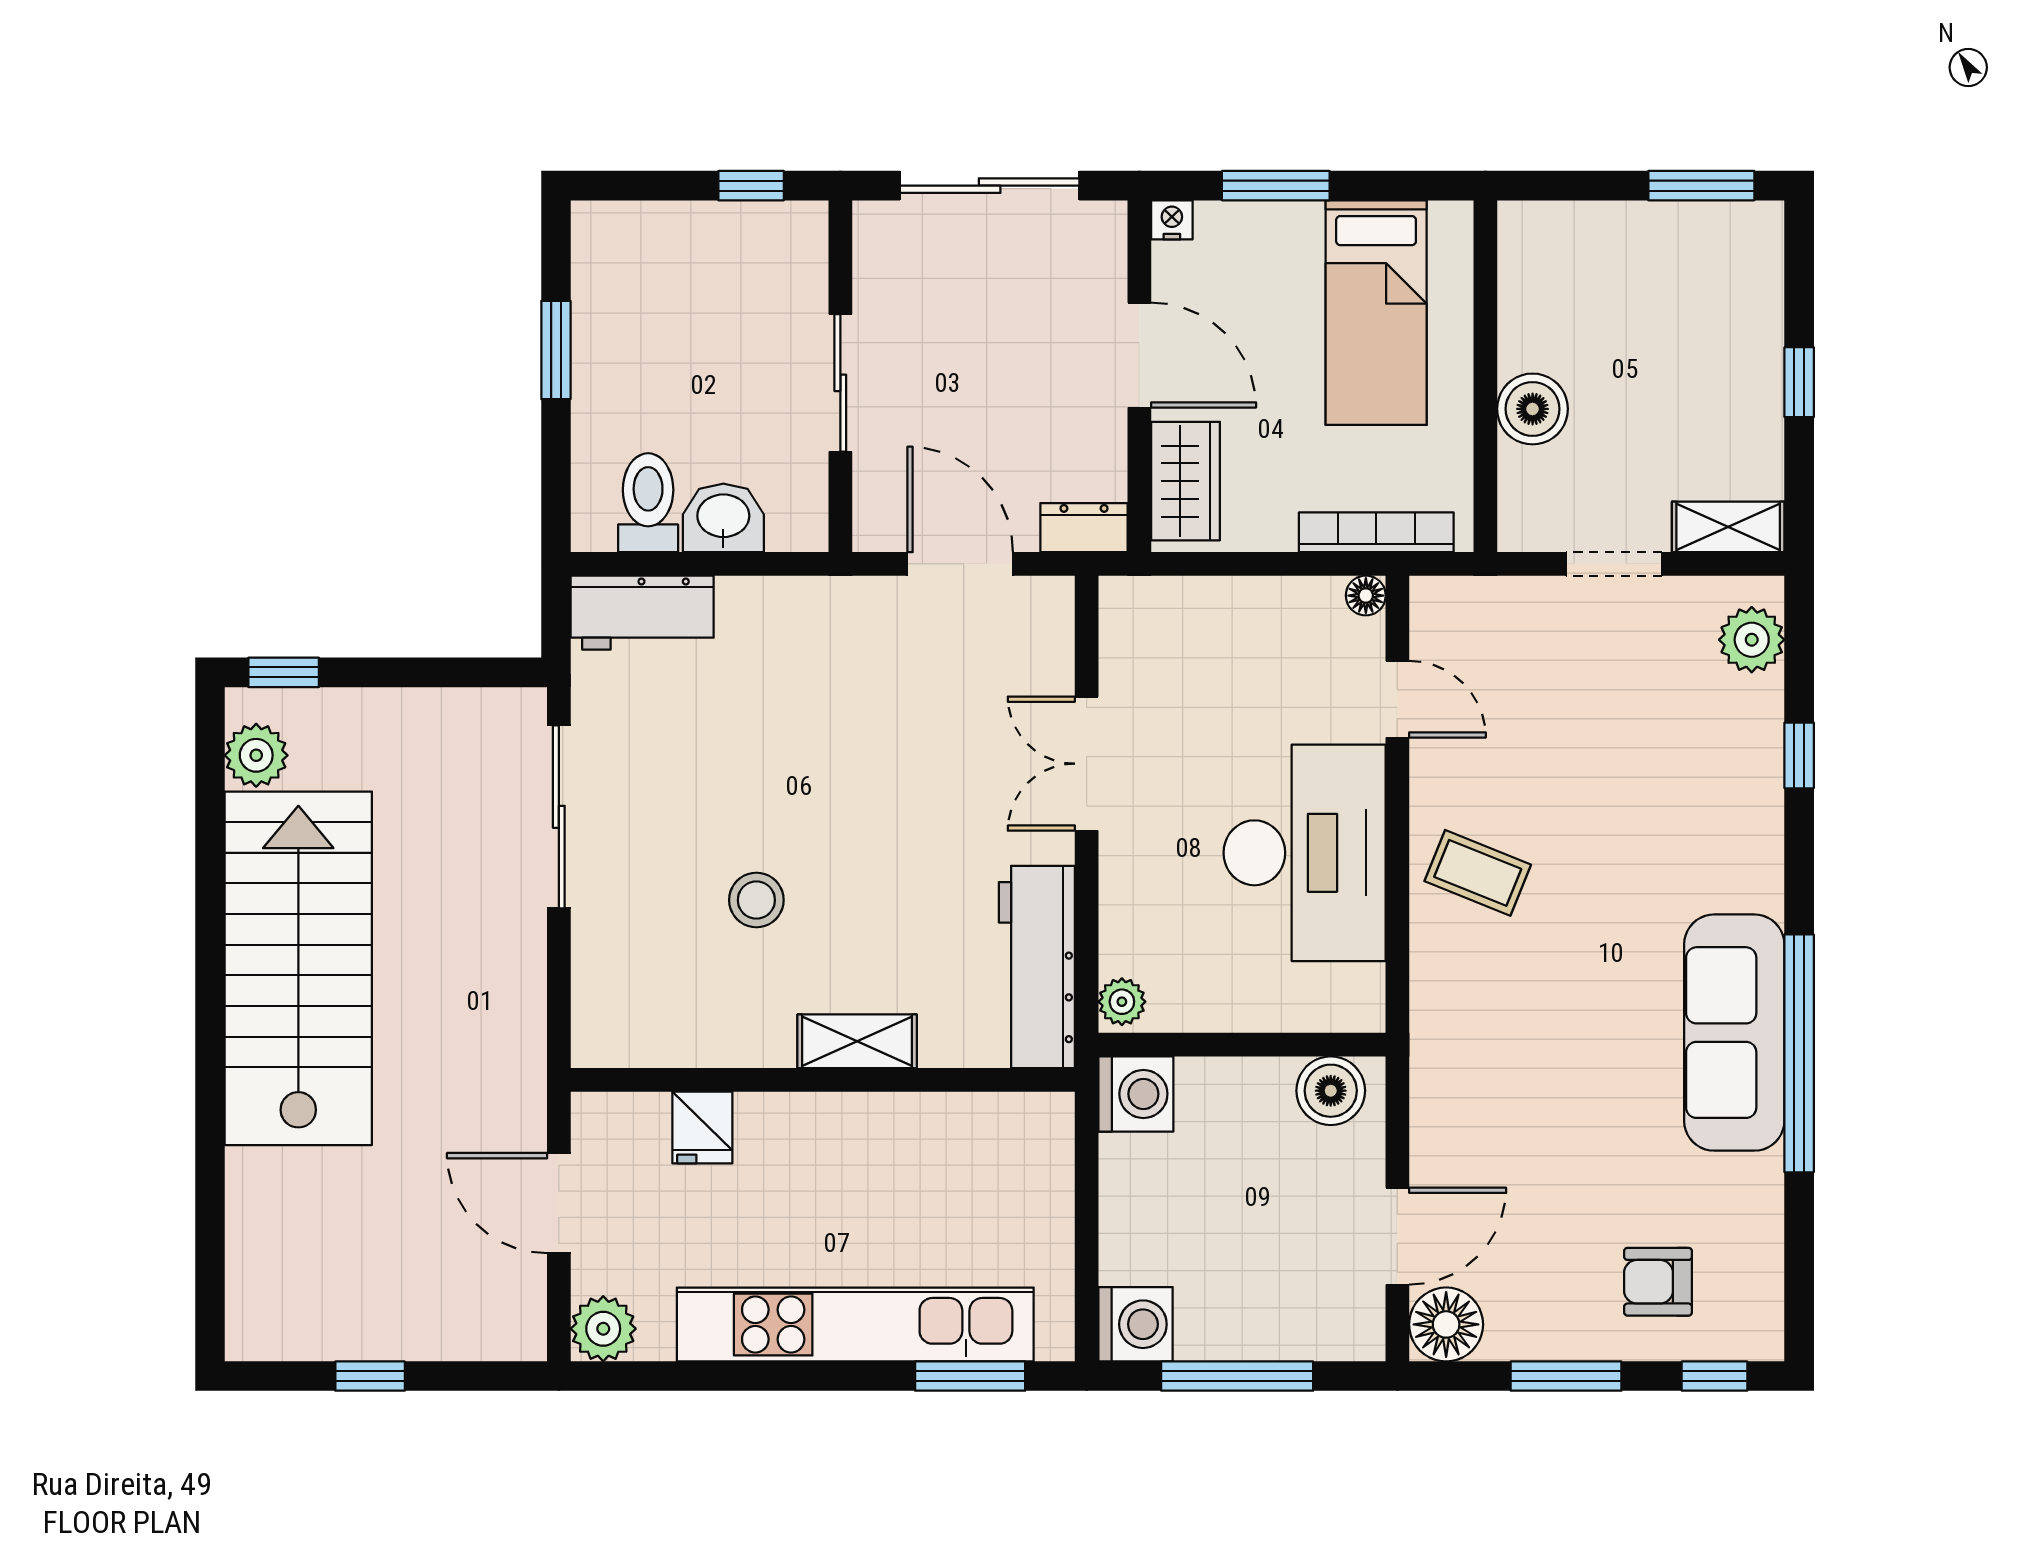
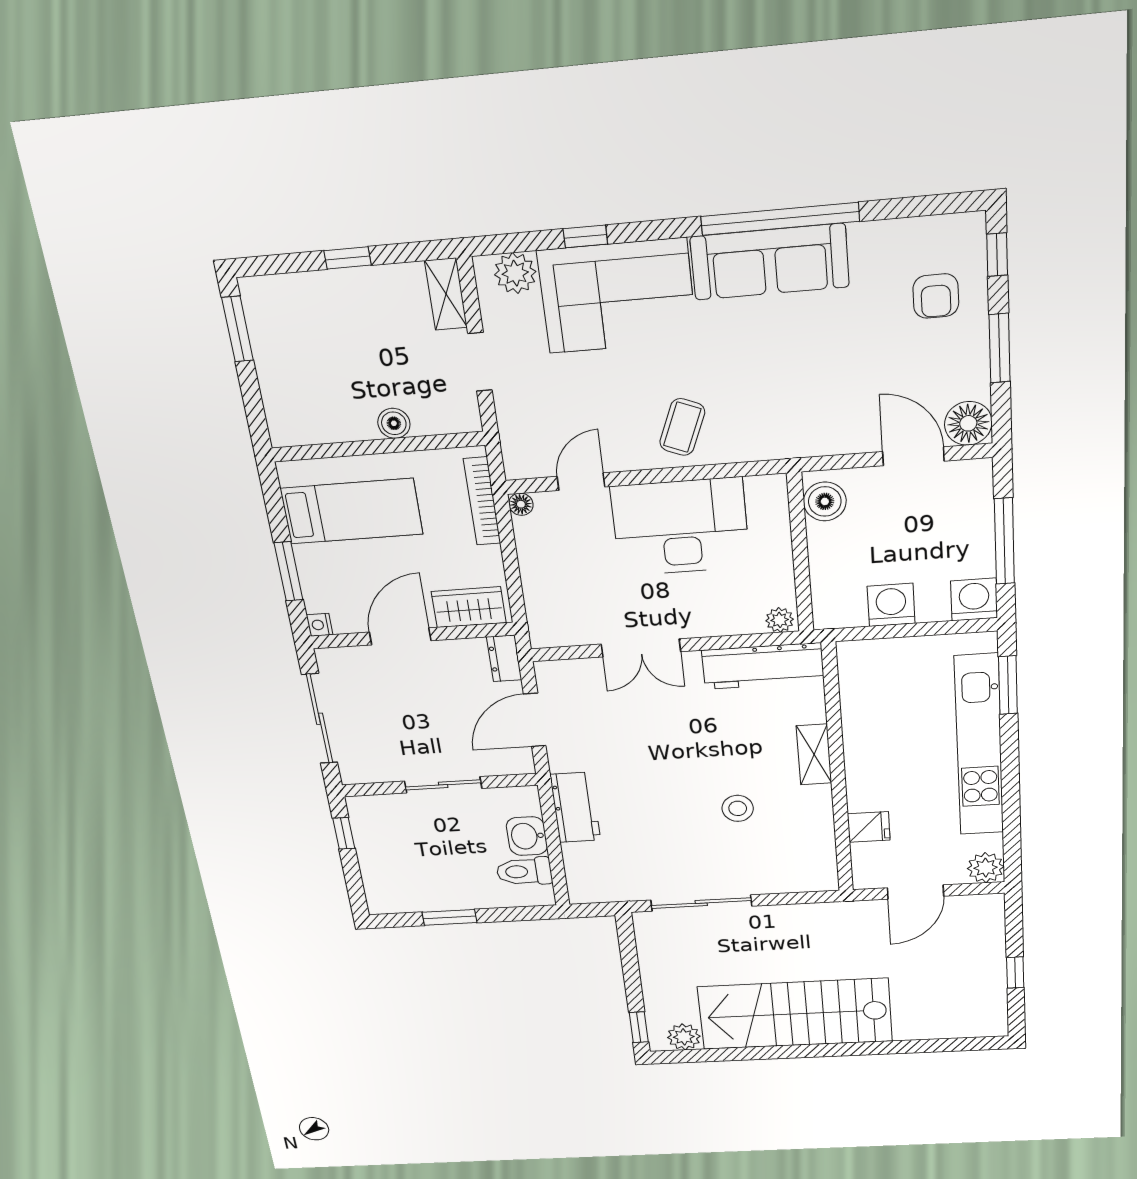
boiler: (1533, 409) -> (394, 423), width x0.73, depth x0.73
workbench: (642, 613) -> (575, 807), moved
corner sofa: (1701, 793) -> (617, 296), added
washing machine: (1136, 1094) -> (891, 605), moved

